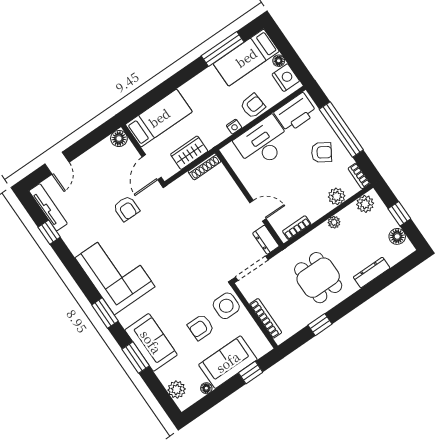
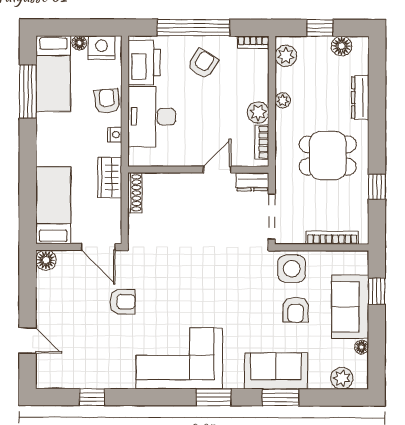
wardrobe: (189, 153) -> (110, 178), moved
plant: (337, 196) -> (258, 113), moved
tv unit: (48, 207) -> (66, 381), removed

